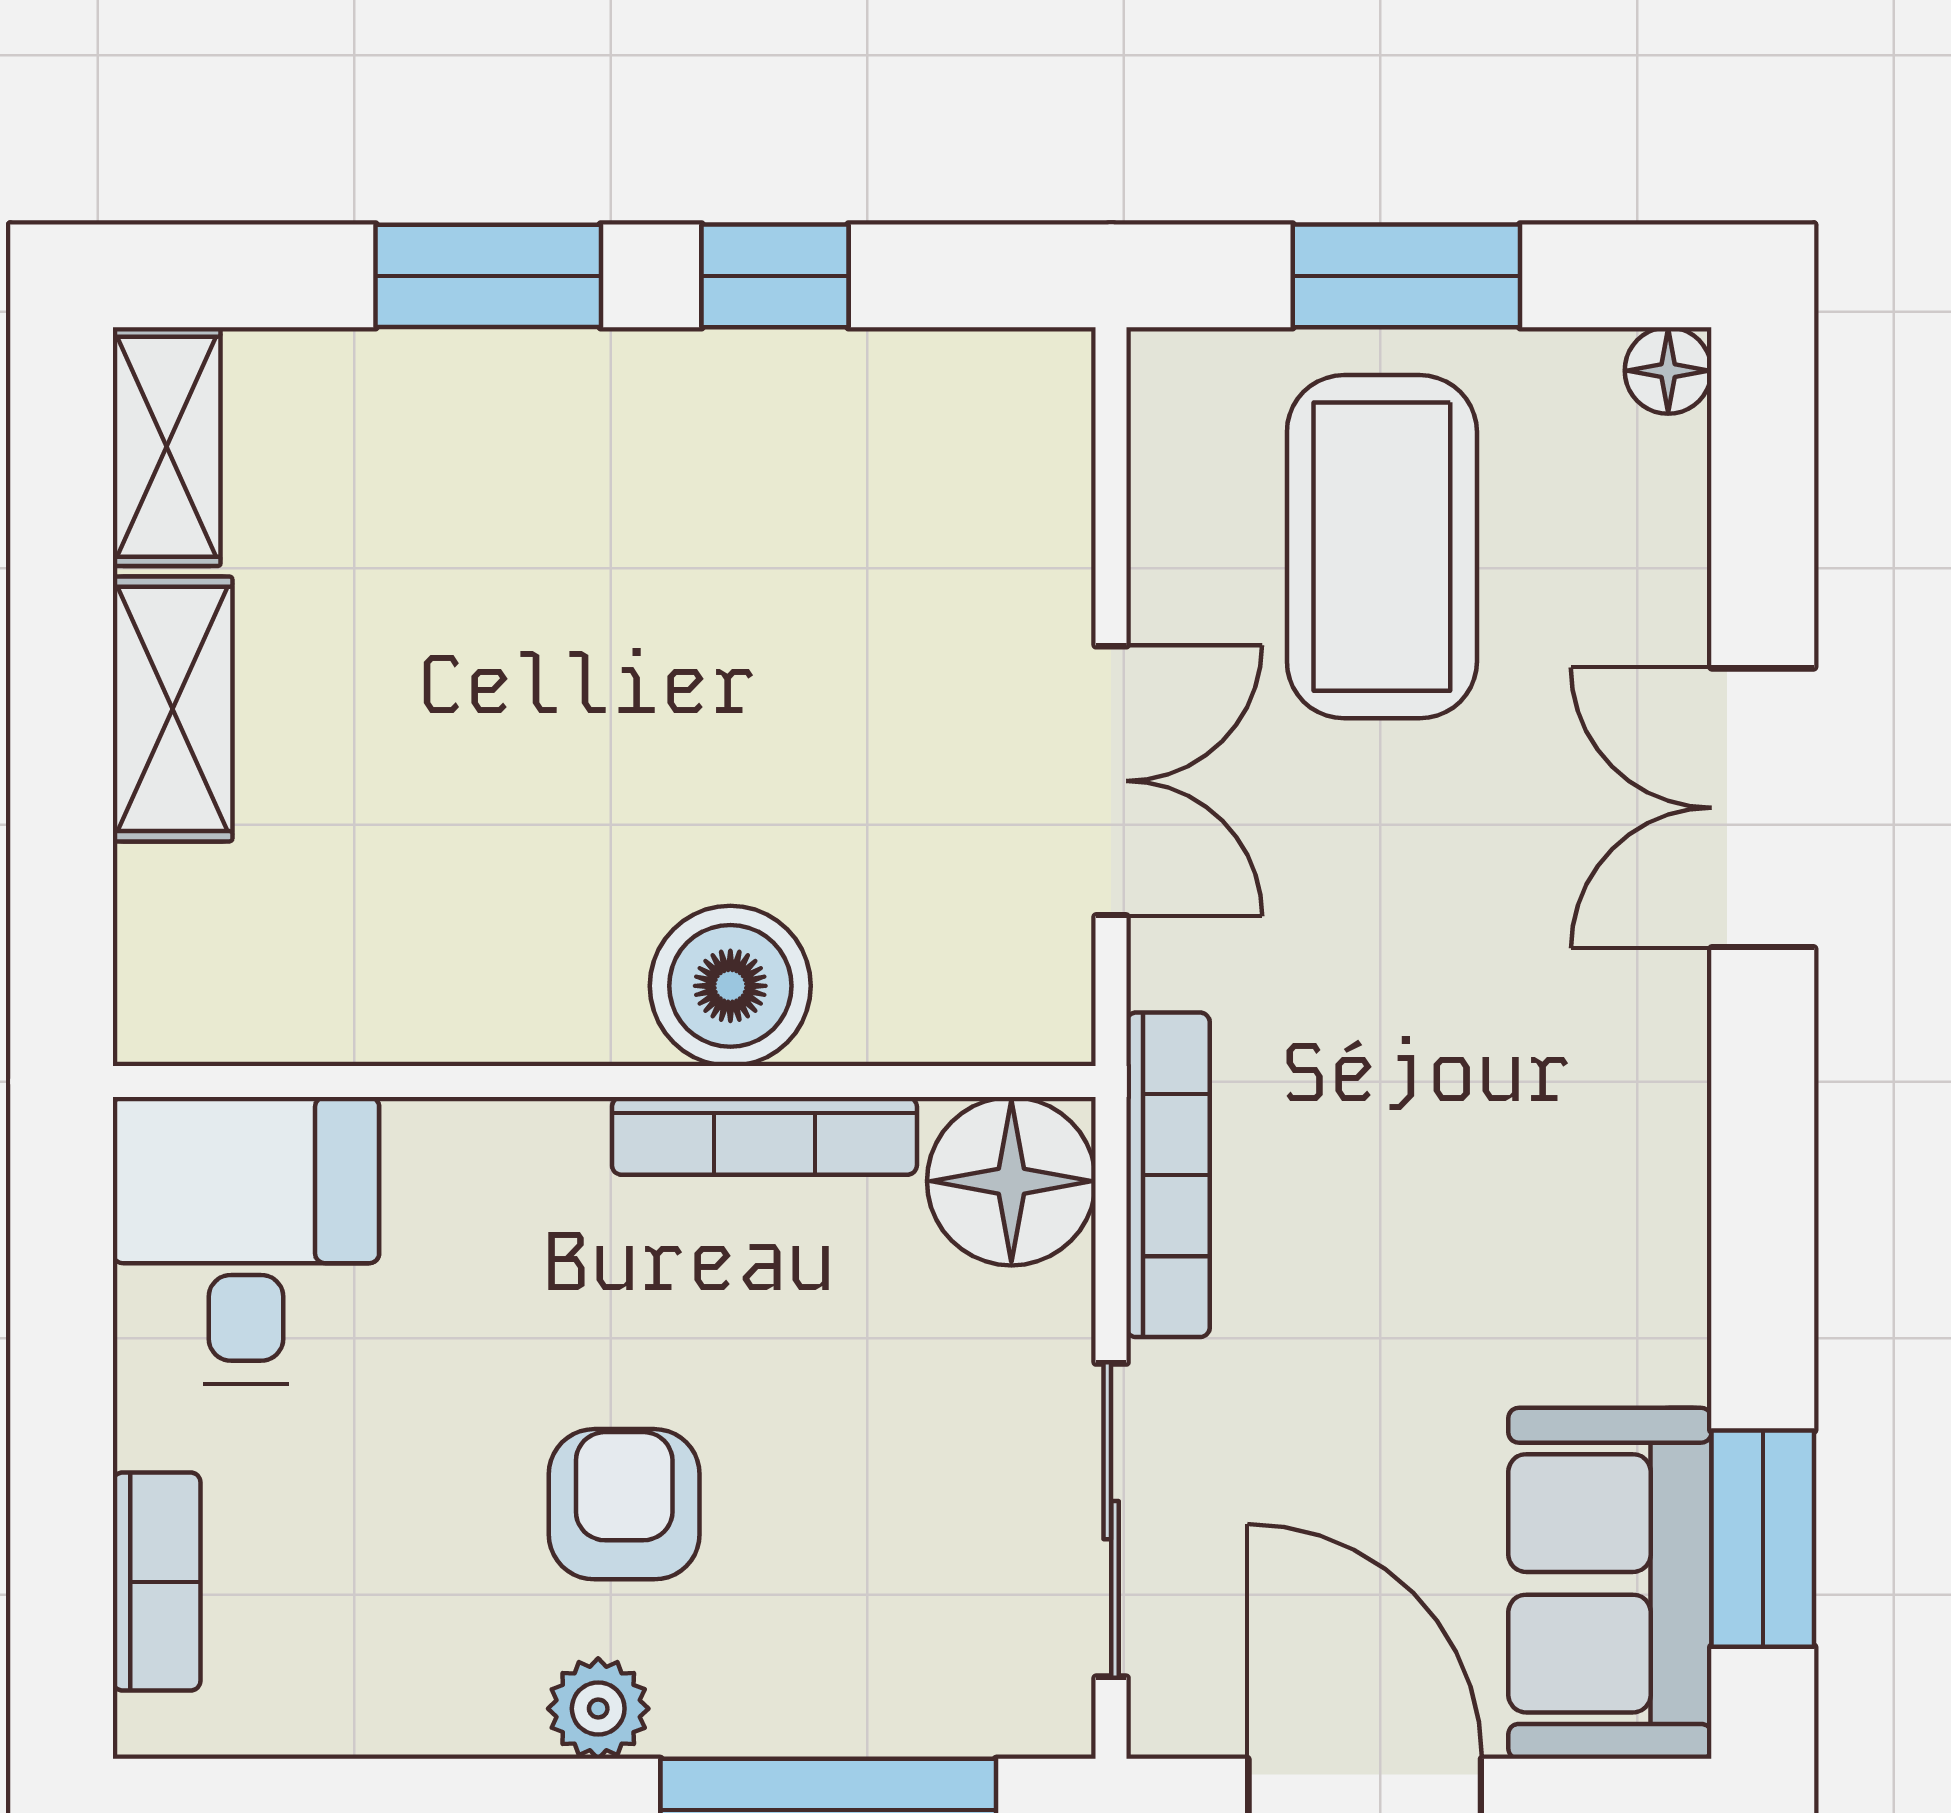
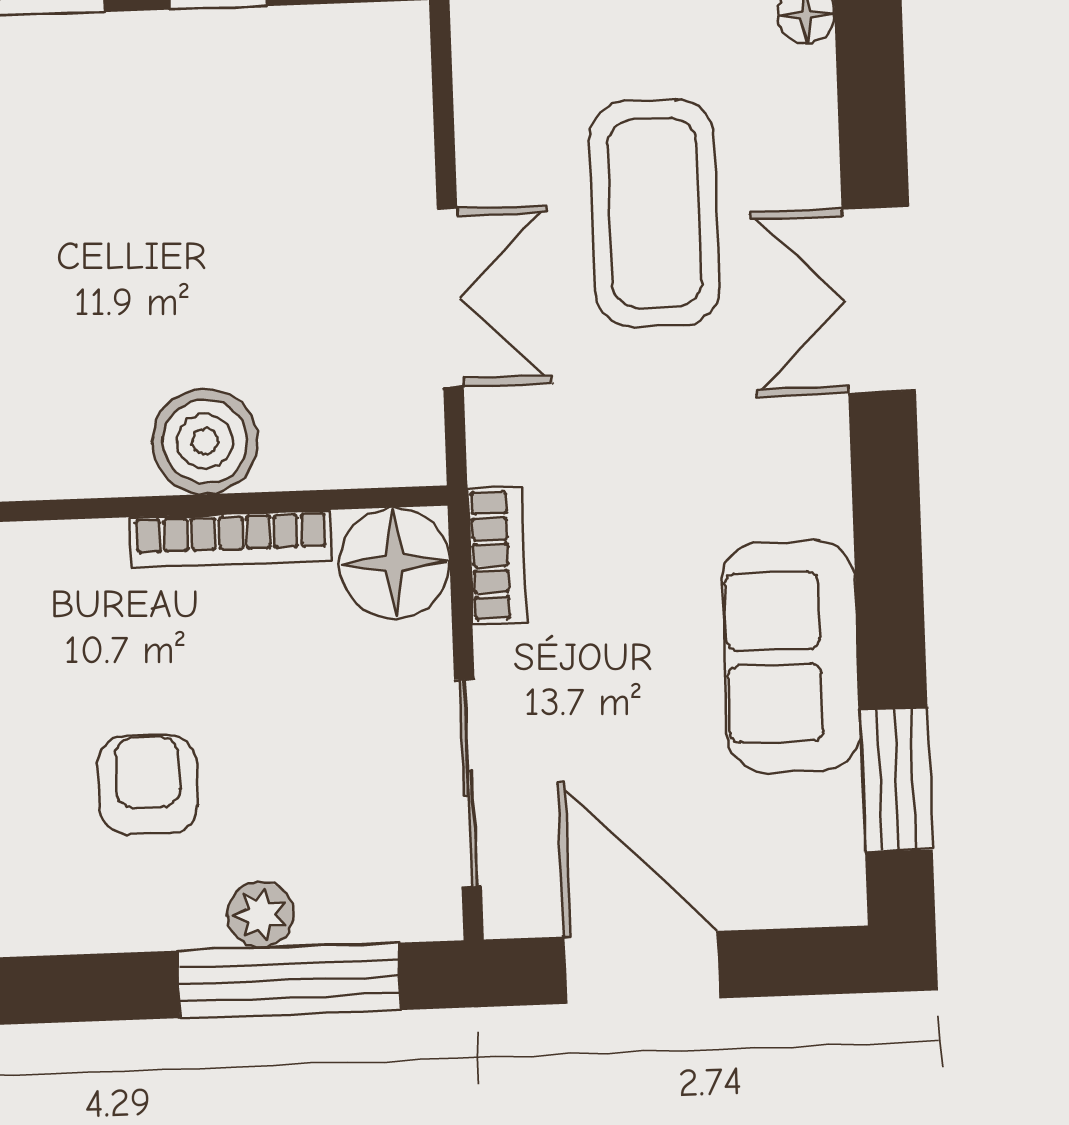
coffee table: (1382, 547) -> (655, 213), moved
bookcase: (1168, 1175) -> (497, 555), width x0.64
sofa: (1610, 1583) -> (791, 656), moved
plant: (598, 1709) -> (260, 915), moved

